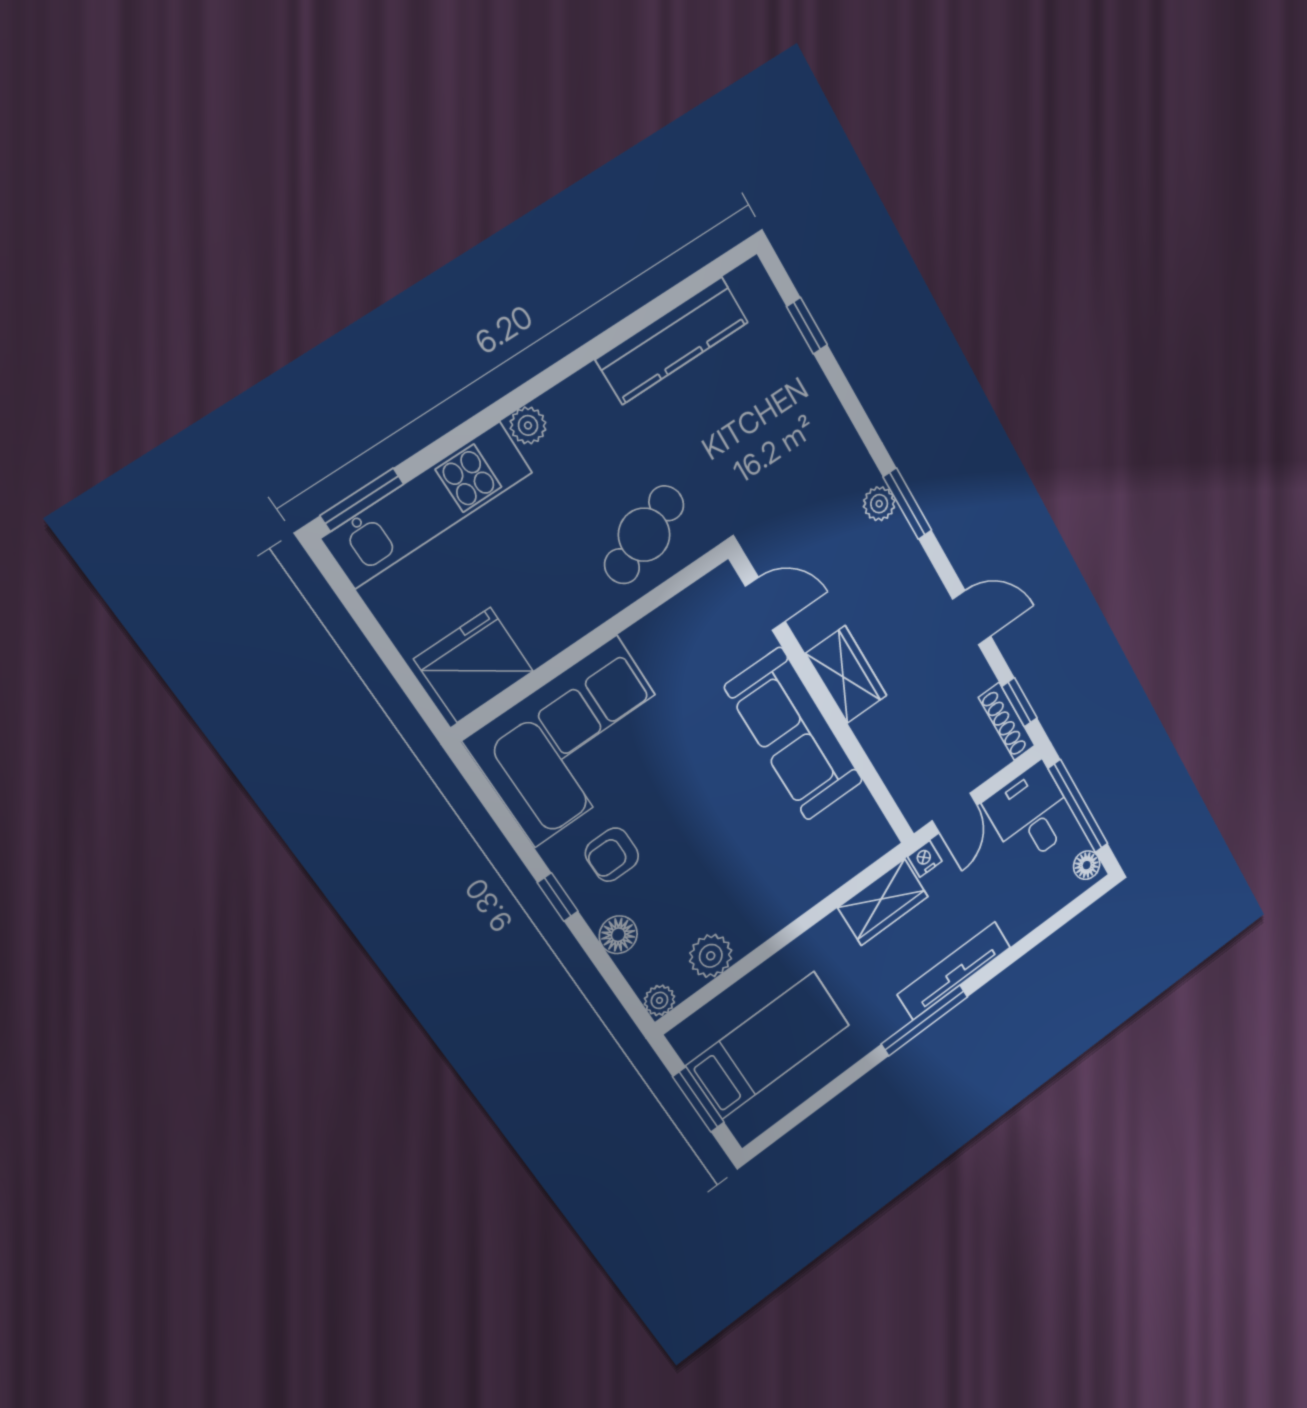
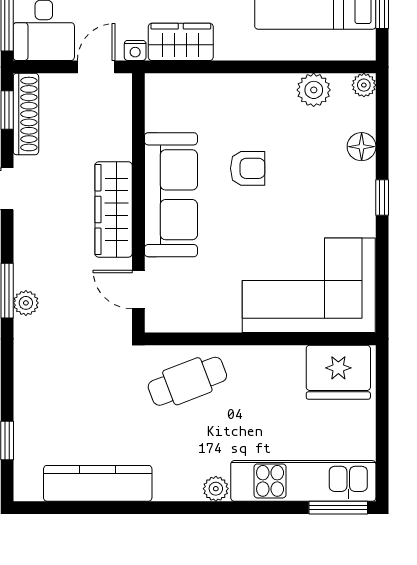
wardrobe: (846, 674) -> (114, 209), width x1.50
shoe rack: (1007, 721) -> (26, 114), width x1.36, depth x1.24
armchair: (612, 855) -> (248, 168), moved

